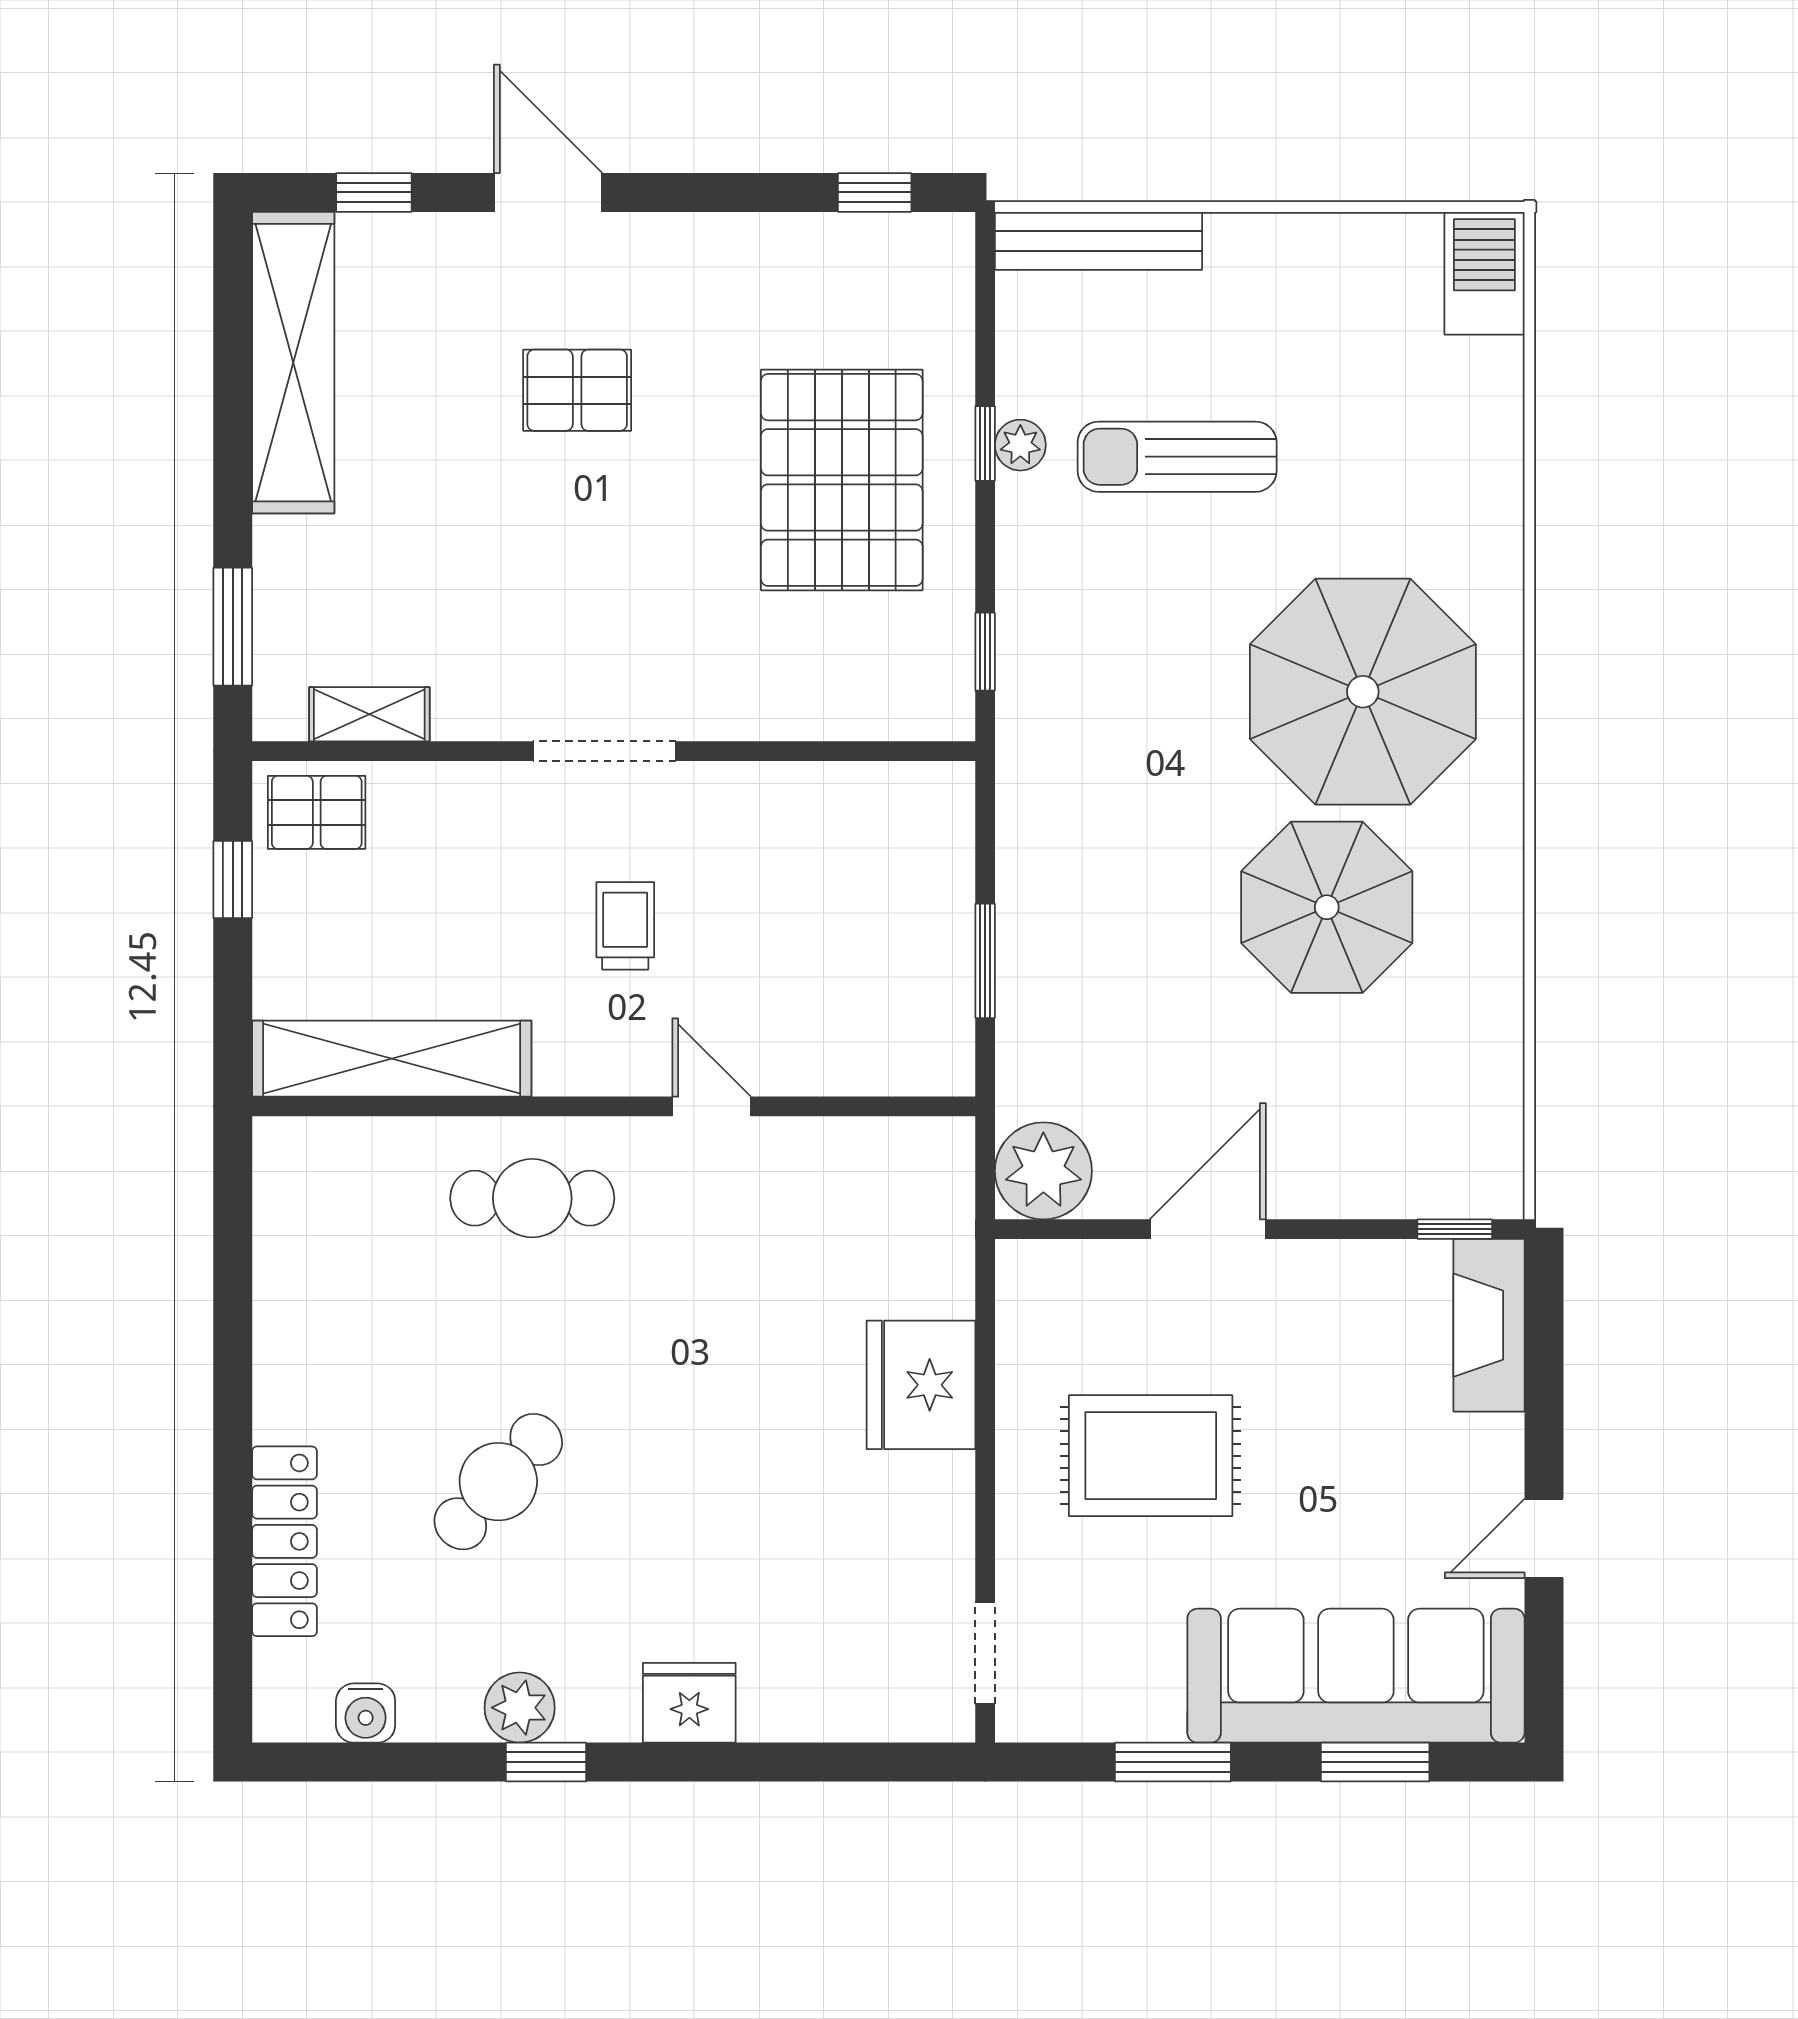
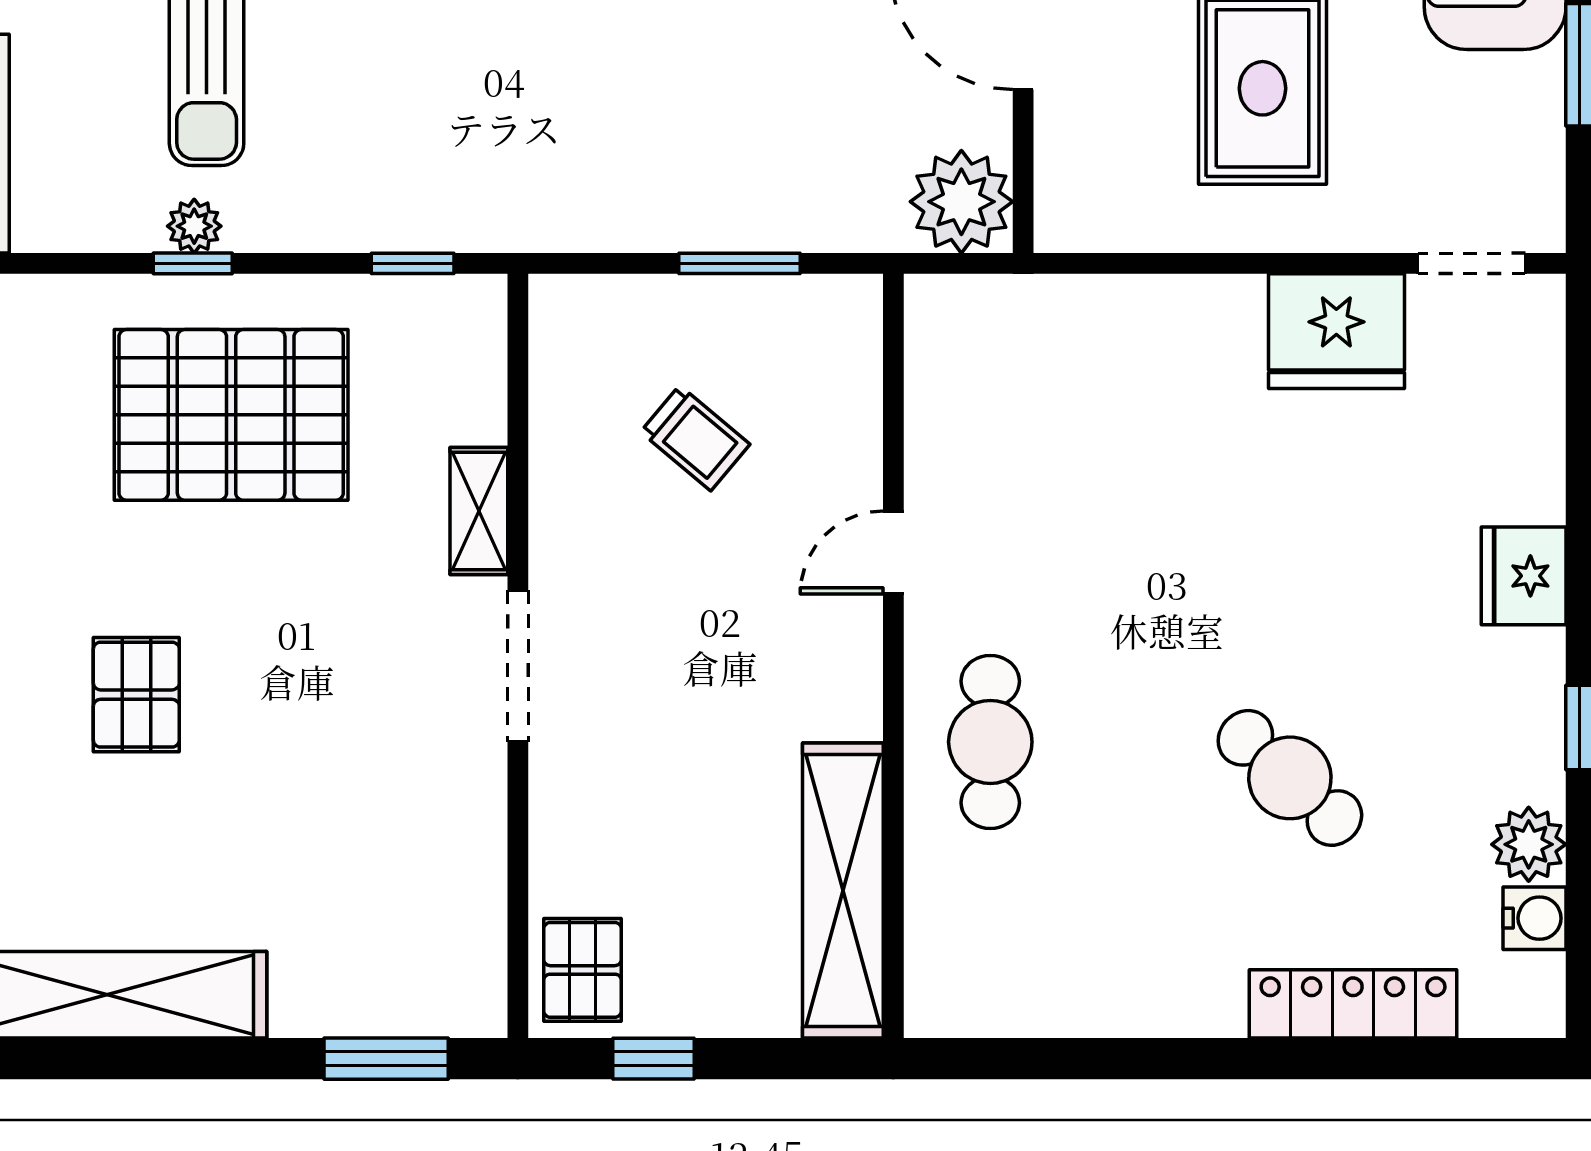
shelving: (369, 714) -> (479, 511), moved
trolley: (625, 926) -> (695, 438), moved, turned -140
fridge: (921, 1385) -> (1336, 331), moved
plant: (520, 1708) -> (1529, 844), moved

